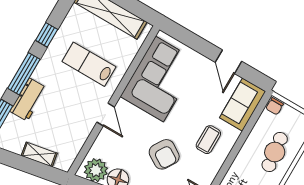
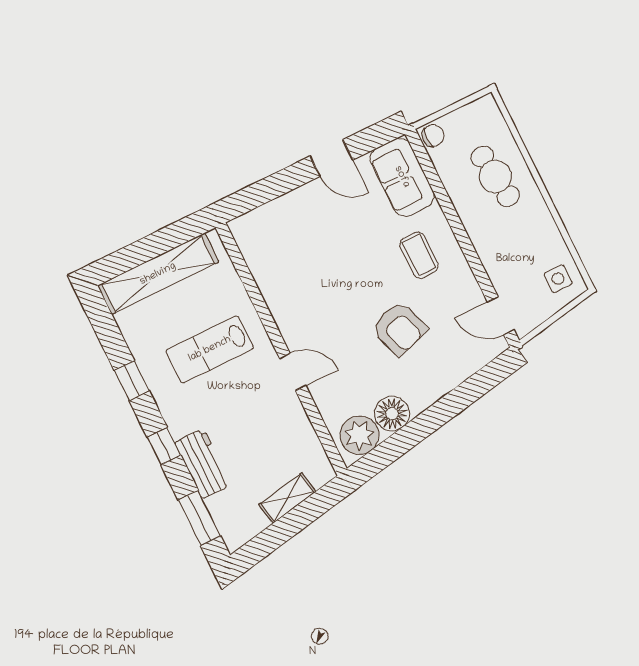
window: (24, 74) -> (164, 446), width x0.46
corner sofa: (159, 79) -> (293, 267), removed
chair: (275, 106) -> (433, 136), turned -90
armchair: (164, 154) -> (399, 328), turned 40

